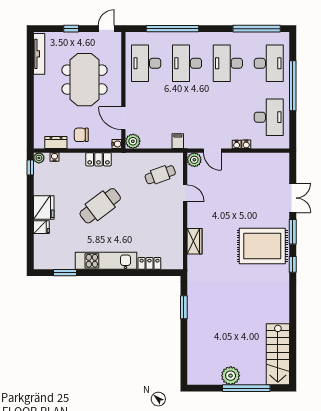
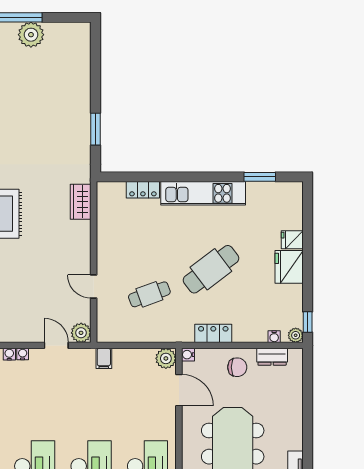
cafe table: (160, 175) -> (149, 294), moved
wardrobe: (195, 241) -> (81, 202), moved

